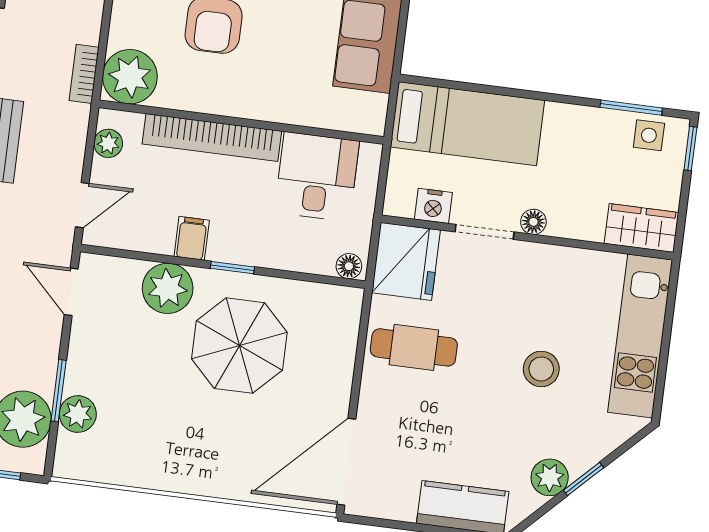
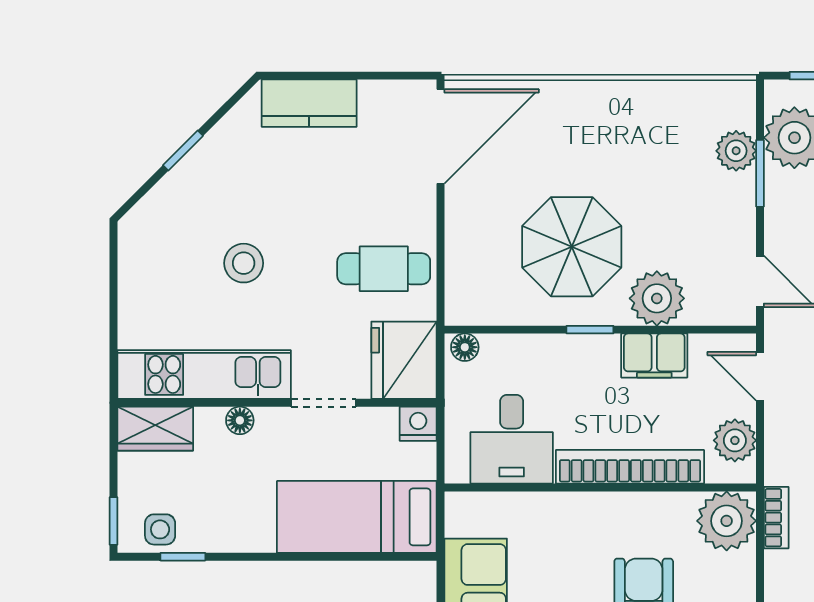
window: (631, 108) -> (183, 557), width x0.67
plant: (108, 143) -> (735, 440), width x1.38, depth x1.38
door: (82, 205) -> (760, 376), hinge flipped
nightstand: (433, 206) -> (418, 424), moved
floor lamp: (533, 222) -> (240, 420), moved
filing cabinet: (192, 238) -> (654, 356), width x2.00
kitchen unit: (640, 336) -> (204, 374), moved, turned -90
plant: (550, 477) -> (220, 148), removed

